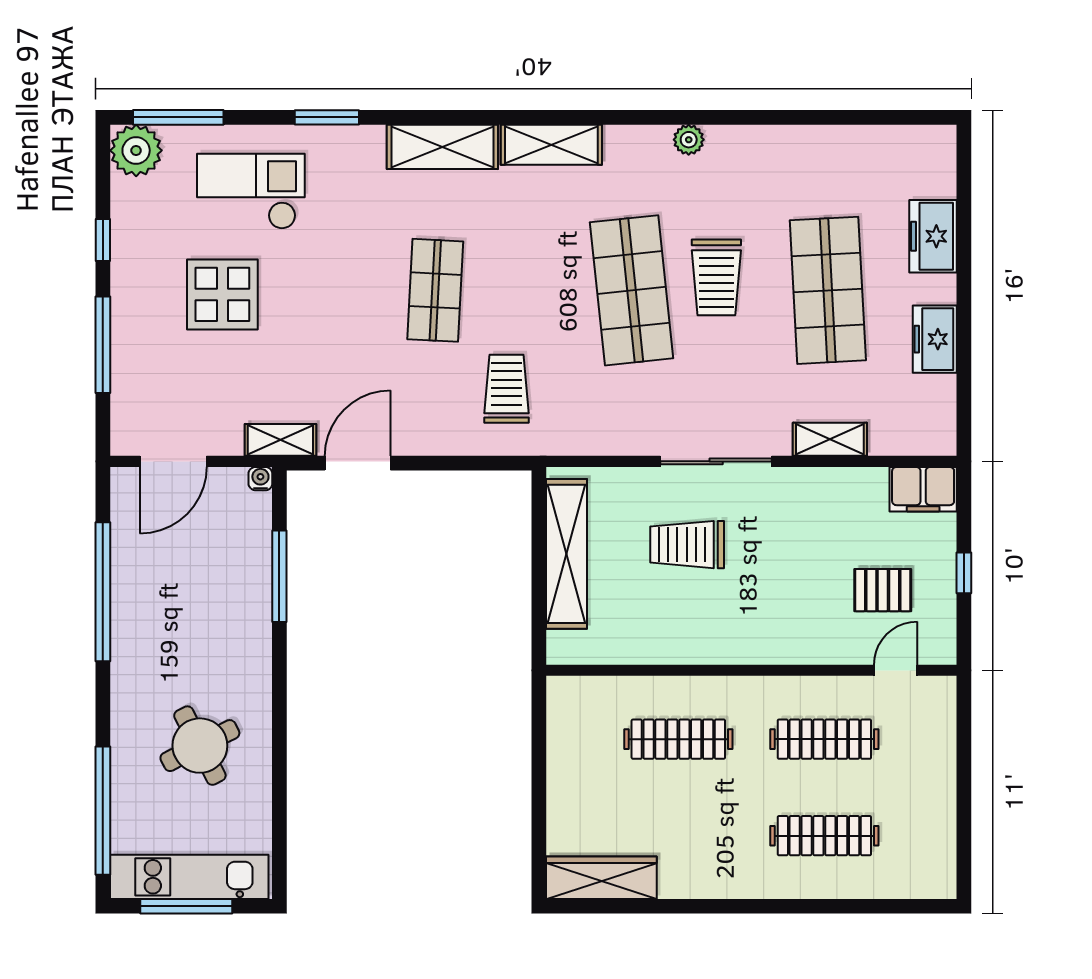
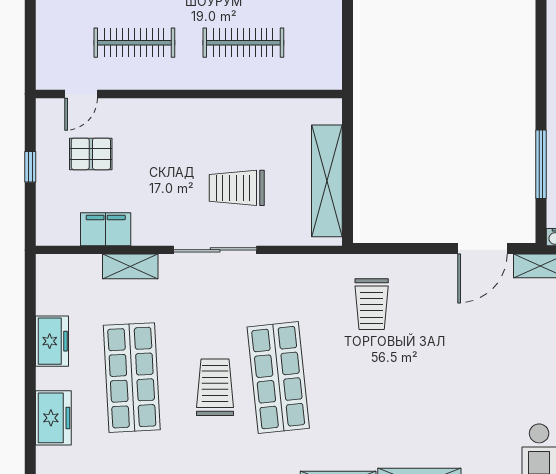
shop shelf: (435, 290) -> (425, 378), removed
filing cabinet: (923, 489) -> (106, 229), moved
trolley: (687, 545) -> (237, 188), turned 180

